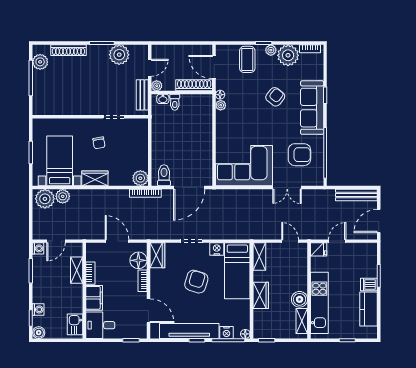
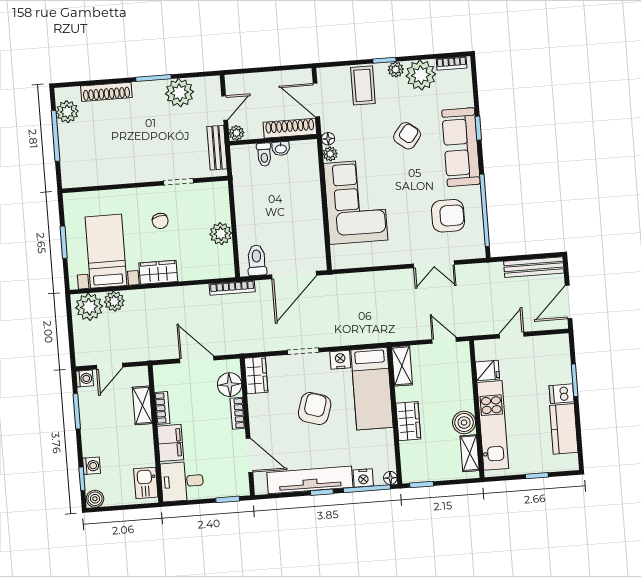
washbasin: (163, 99) -> (281, 149), moved
corner sofa: (244, 166) -> (356, 202), moved, turned 90
plant: (140, 178) -> (221, 234), moved
fridge: (319, 249) -> (487, 370), moved

